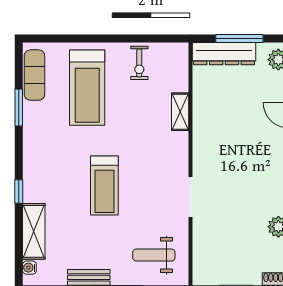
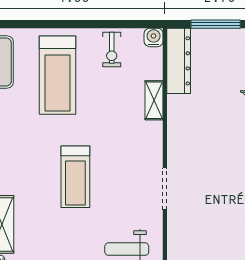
water cooler: (180, 51) -> (154, 37), added
dresser: (224, 54) -> (179, 61), moved, turned -90

